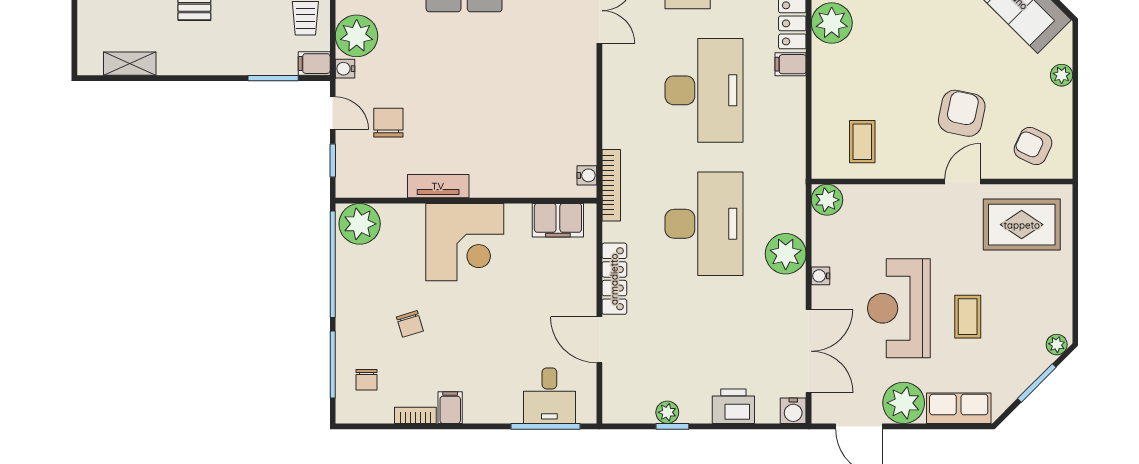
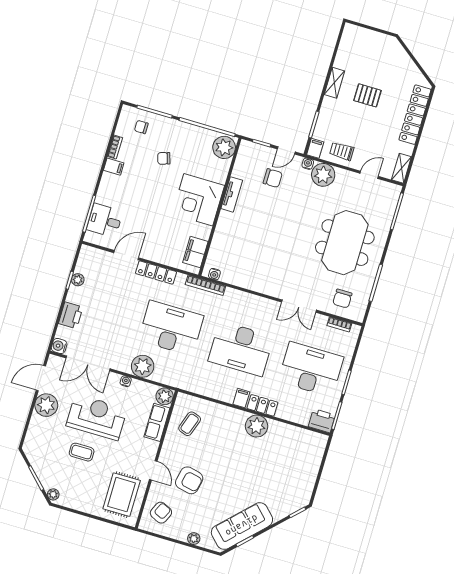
shelving: (130, 64) -> (334, 83), moved
coffee table: (862, 142) -> (190, 424), turned -71
desk: (704, 224) -> (171, 328), turned 180
row of seats: (959, 408) -> (157, 422), moved, turned 180

